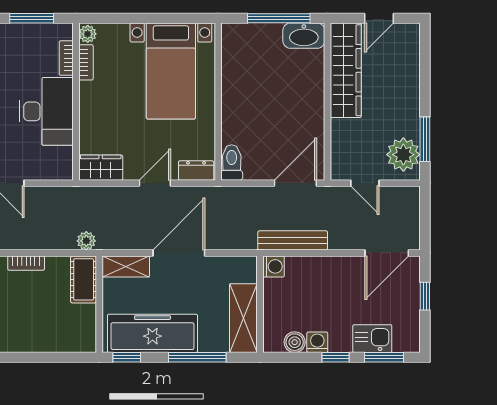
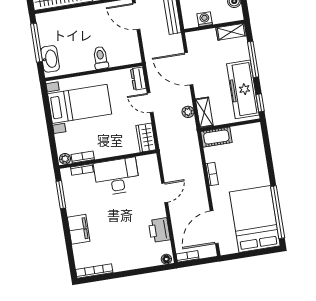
washbasin: (304, 36) -> (50, 59), moved
toilet: (232, 162) -> (101, 58), moved, turned 90
plant: (86, 241) -> (188, 112), moved
door: (179, 253) -> (189, 69), moved
washing machine: (273, 266) -> (205, 19), moved
shelving: (243, 318) -> (231, 32), width x0.67, depth x0.75

